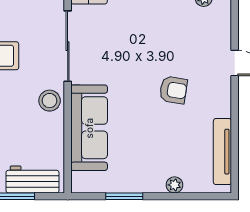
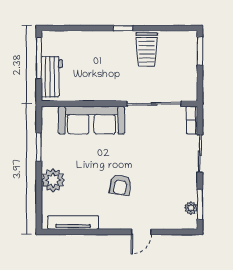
stool: (50, 101) -> (112, 90), removed
plant: (175, 185) -> (53, 180), width x1.87, depth x1.87

